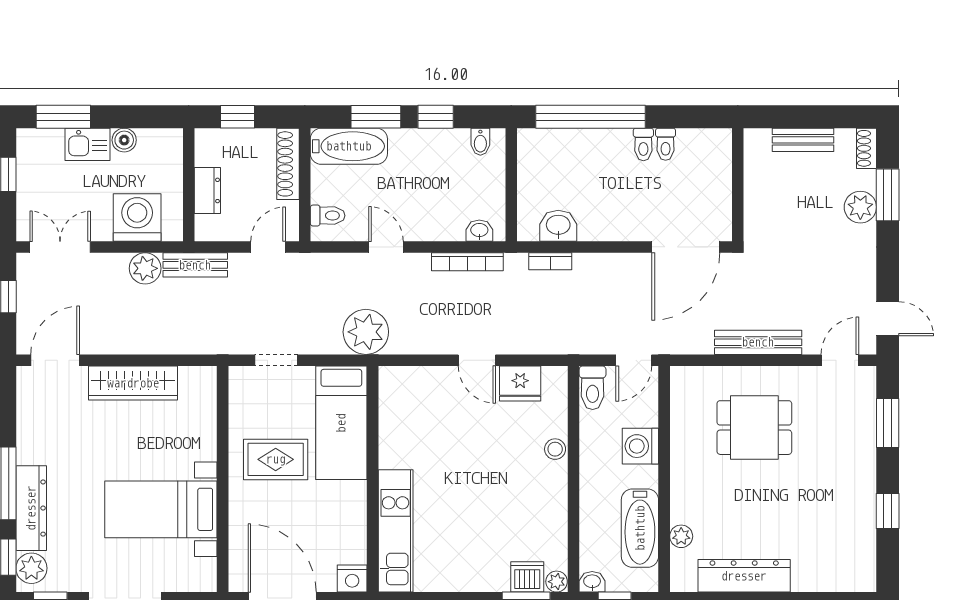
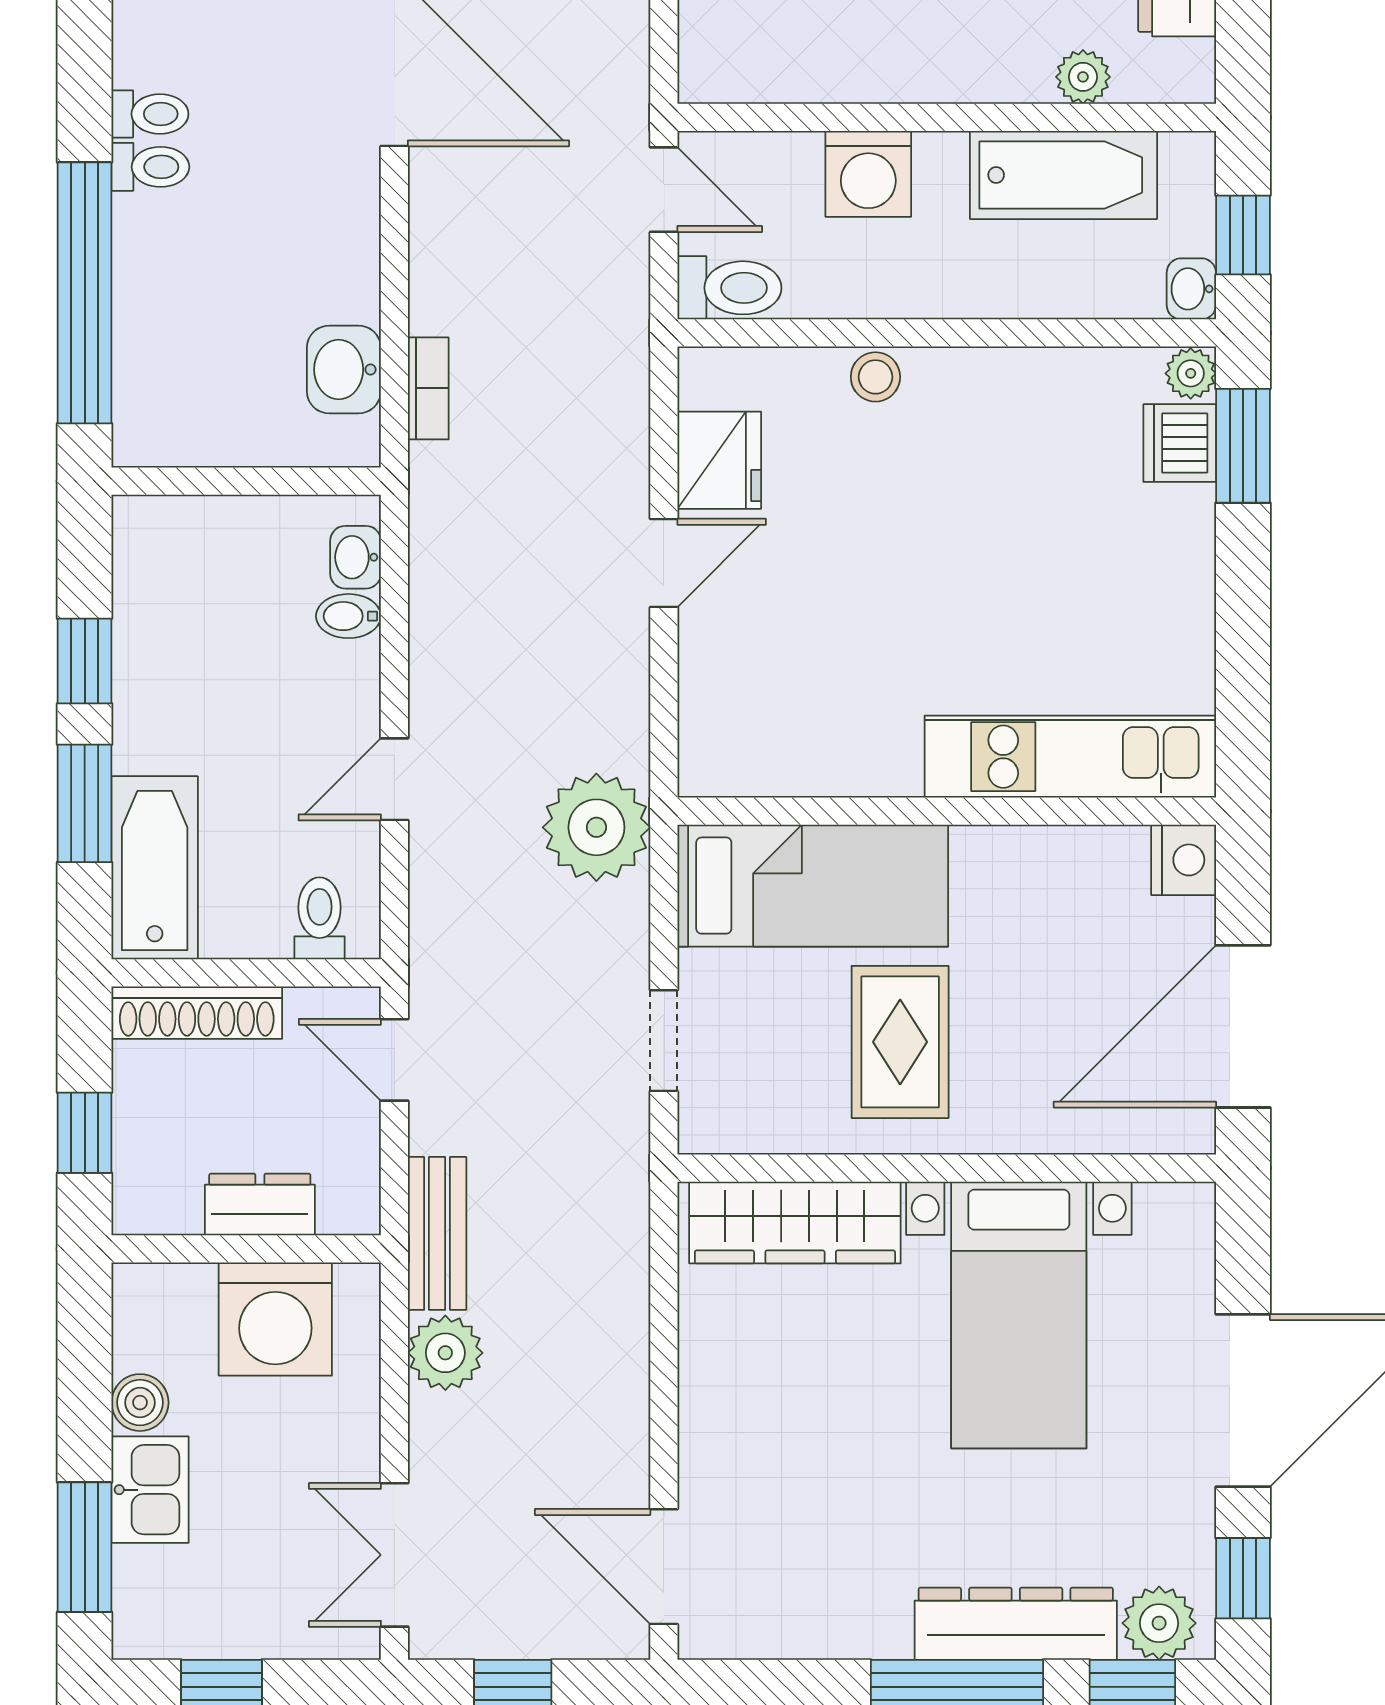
bidet: (480, 142) -> (348, 616), moved, turned 180
washing machine: (137, 217) -> (275, 1319), moved, turned -90
bookcase: (467, 262) -> (430, 586), removed
wardrobe: (133, 383) -> (795, 1223), moved, turned 90

